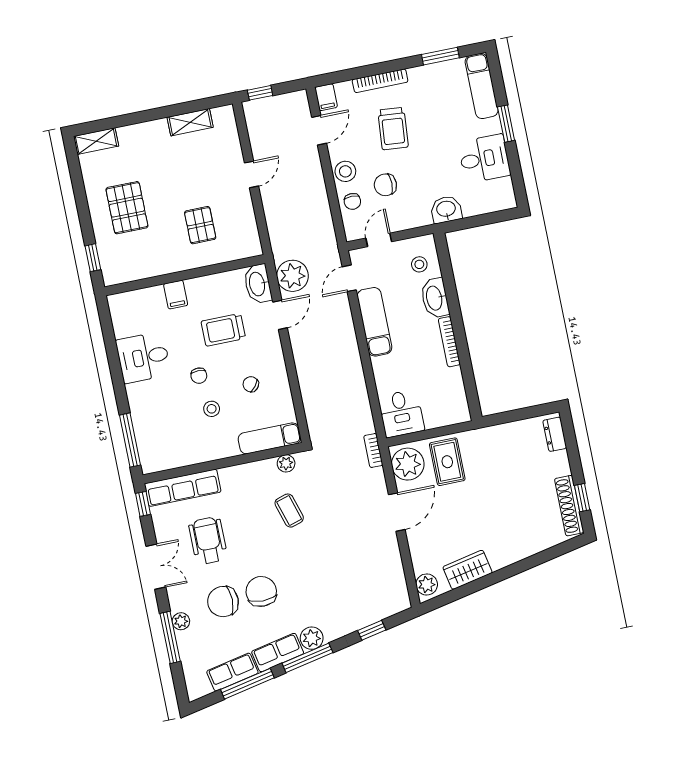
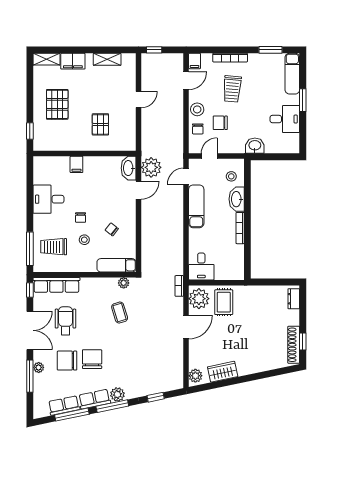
filing cabinet: (138, 136) -> (73, 61), added
trolley: (223, 330) -> (54, 247), moved
double door: (156, 567) -> (30, 330), width x1.37

